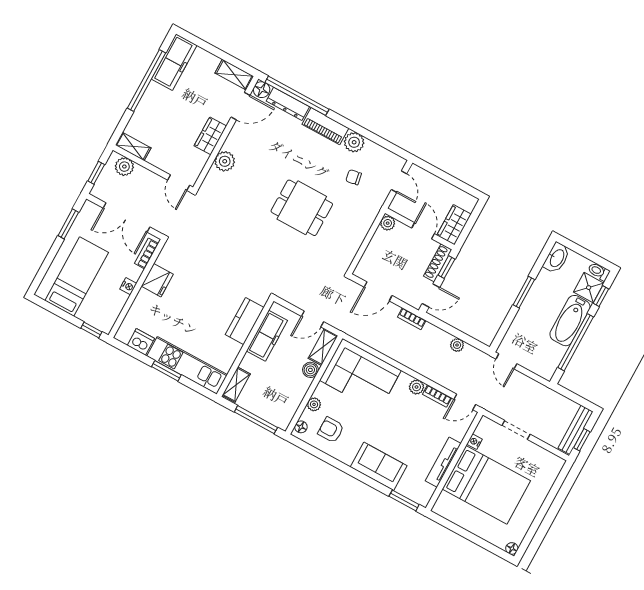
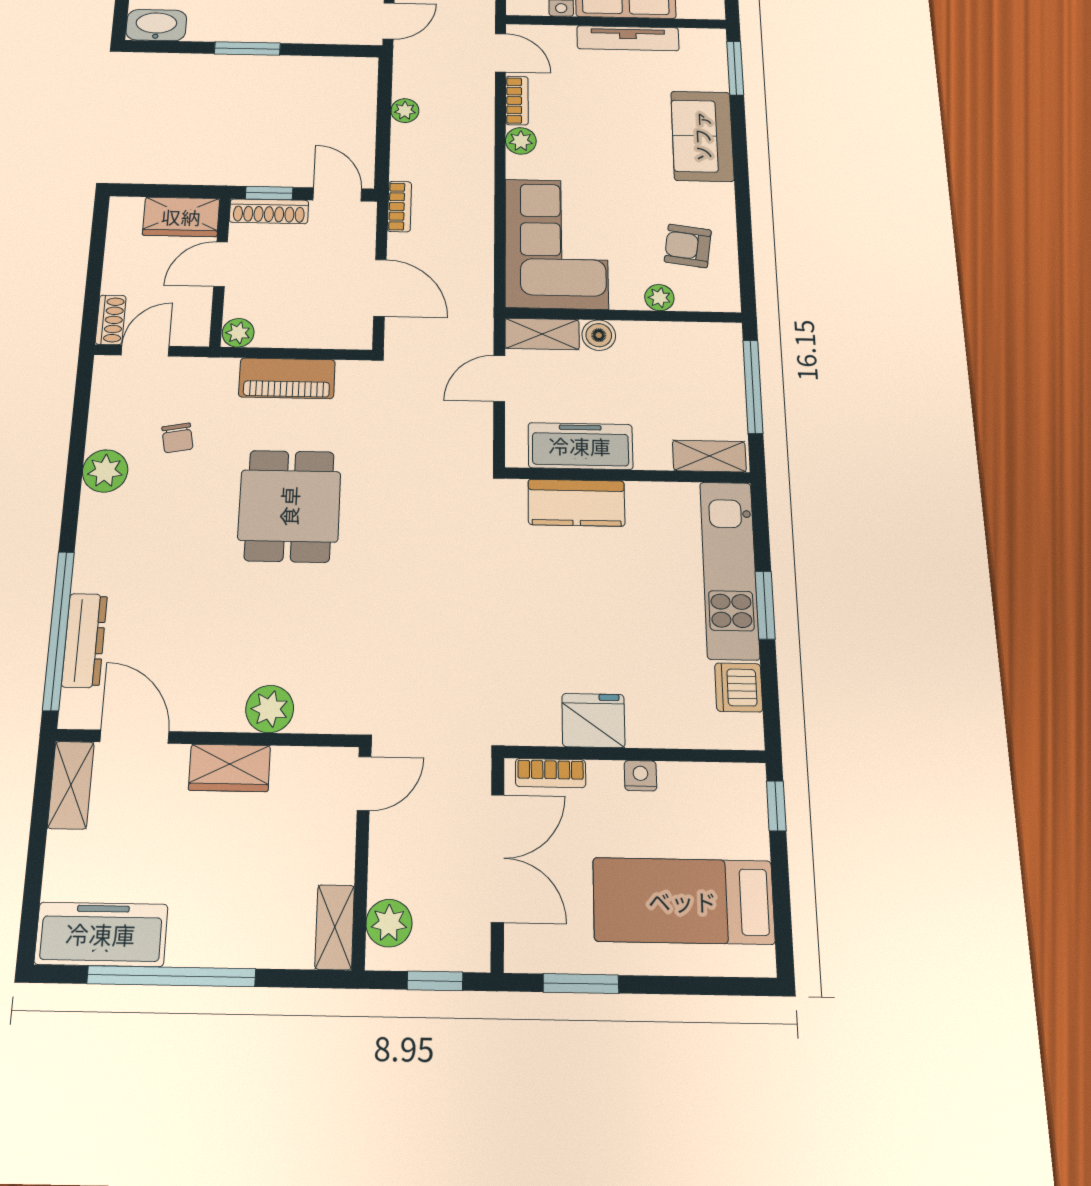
floor lamp: (262, 90) -> (78, 710), removed
piano: (325, 126) -> (287, 378), moved, turned 90
shoe rack: (420, 174) -> (111, 320), added
door: (313, 319) -> (499, 378), swing flipped
floor lamp: (301, 427) -> (715, 300), removed
armchair: (331, 430) -> (688, 246), turned 98

